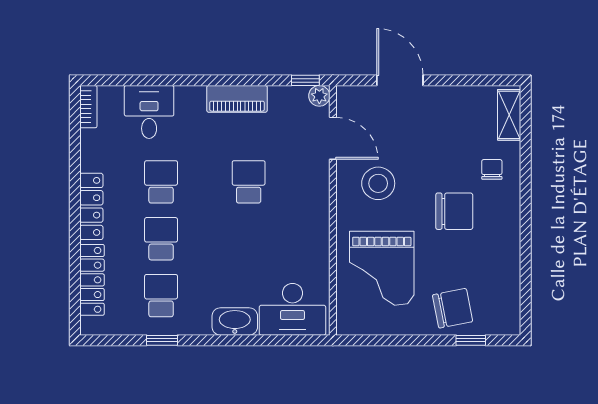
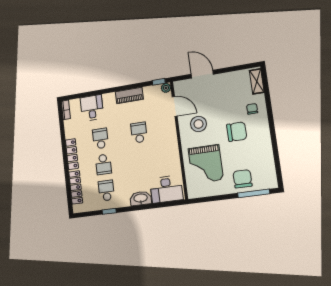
school desk: (161, 239) -> (103, 164), turned 180
chair: (453, 308) -> (243, 179), turned -79
window: (471, 340) -> (254, 193), width x2.17

